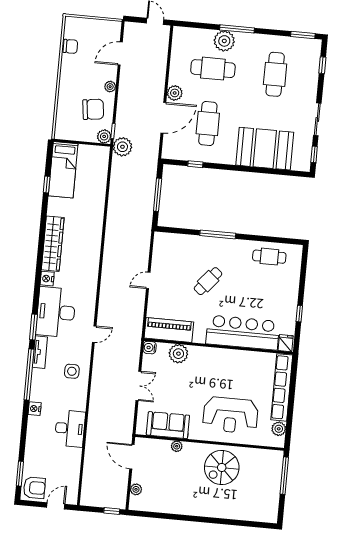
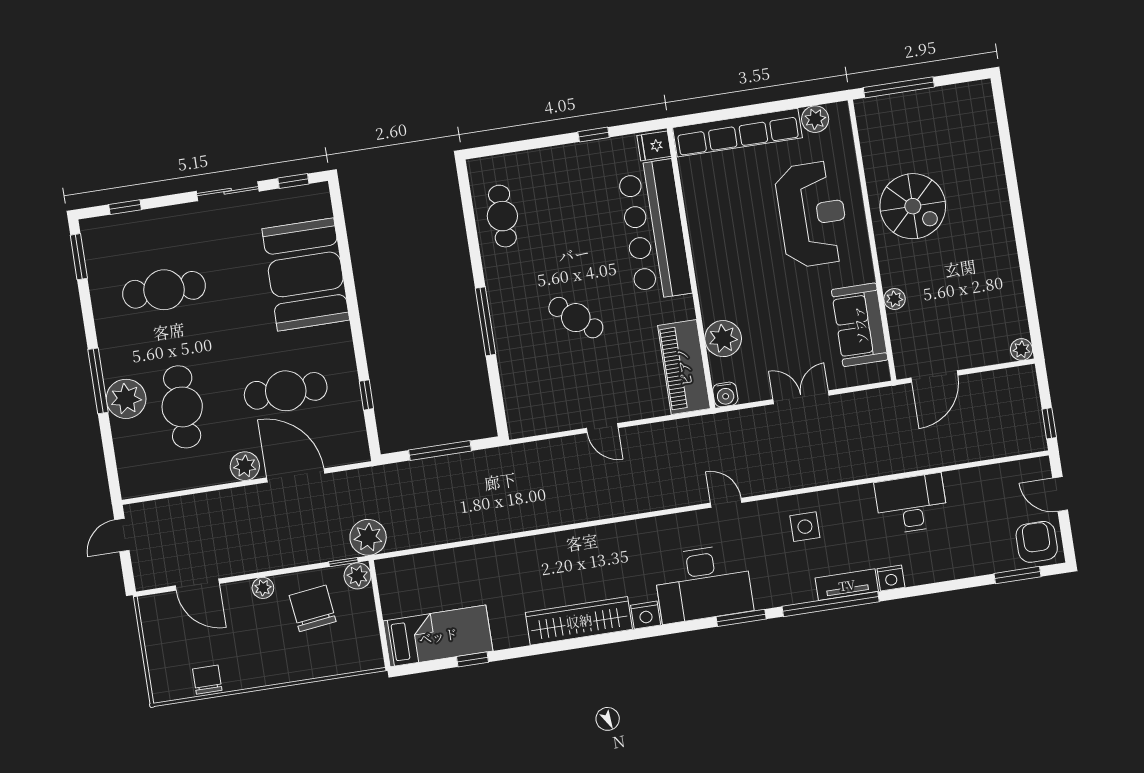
tv unit: (40, 352) -> (847, 585), moved
plant: (136, 489) -> (1021, 349), moved
window: (112, 511) -> (1049, 423), moved

